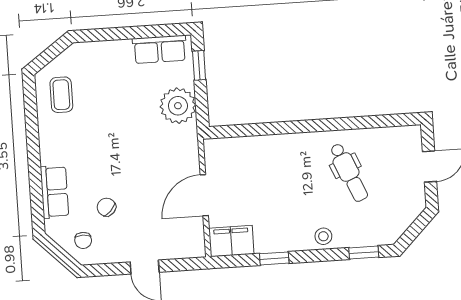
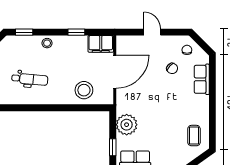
stool: (255, 160) -> (84, 90), added
dental chair: (349, 173) -> (30, 79), turned 118
door: (204, 195) -> (115, 72), width x1.36

